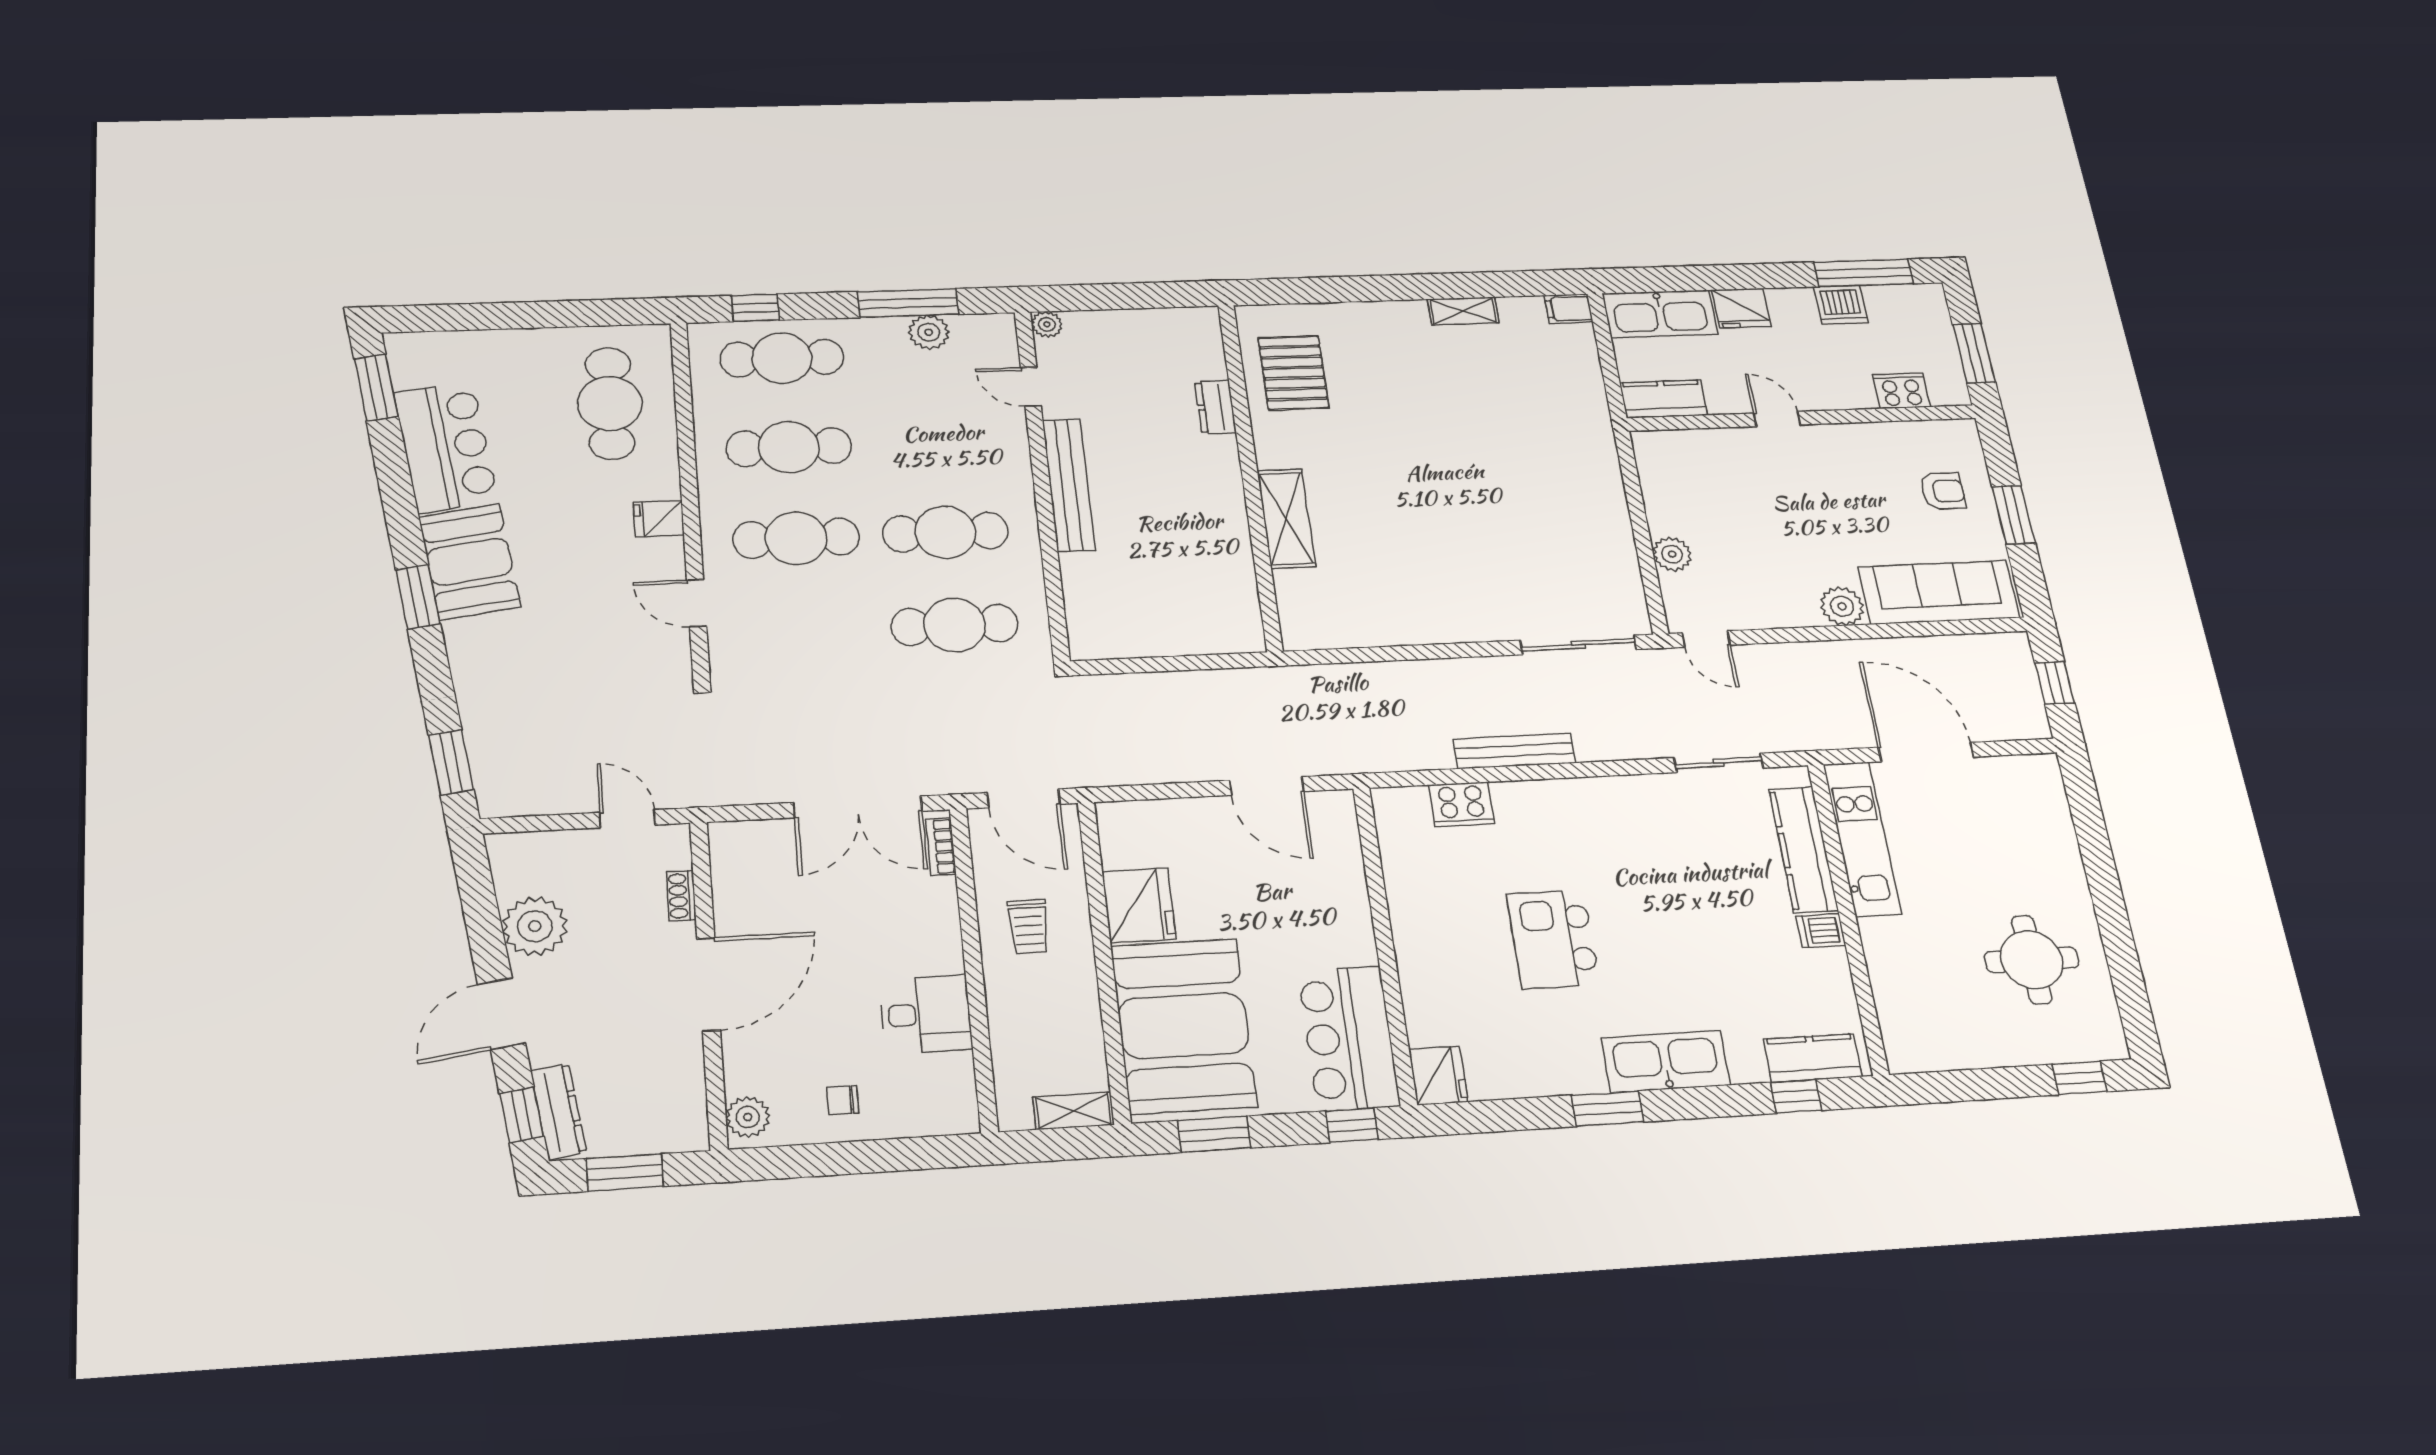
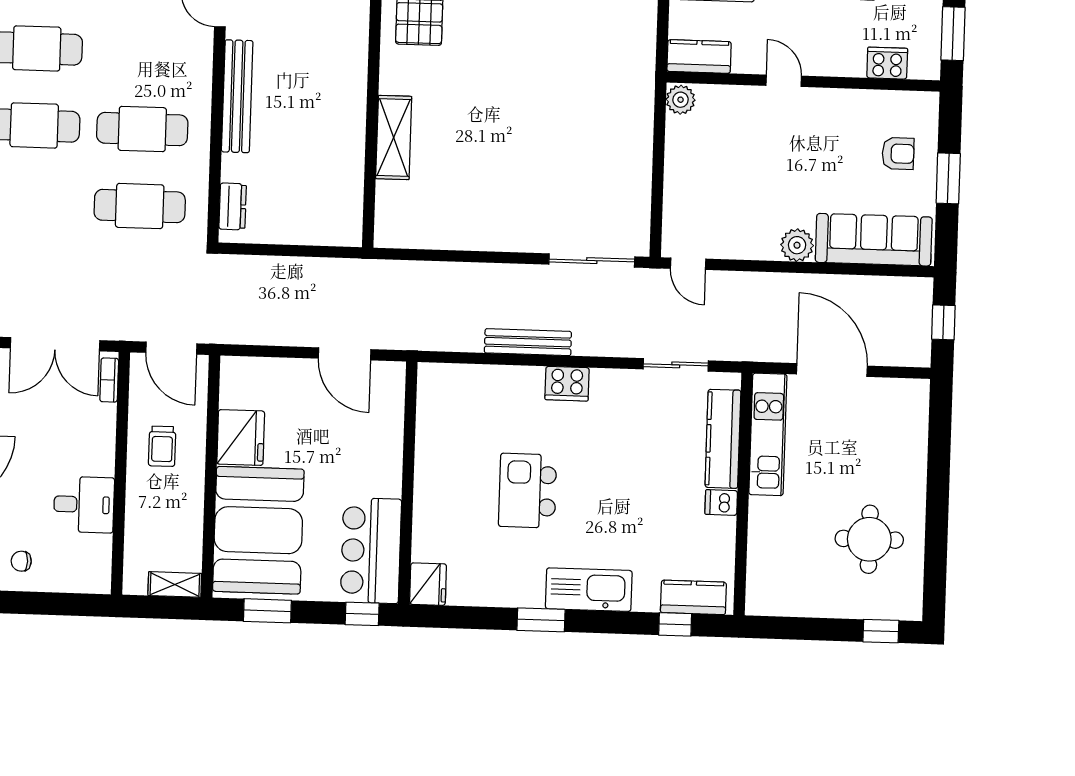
dresser: (1216, 407) -> (233, 206), moved, turned 180
plant: (1672, 554) -> (681, 100), moved
cooker: (1461, 804) -> (567, 384), moved

